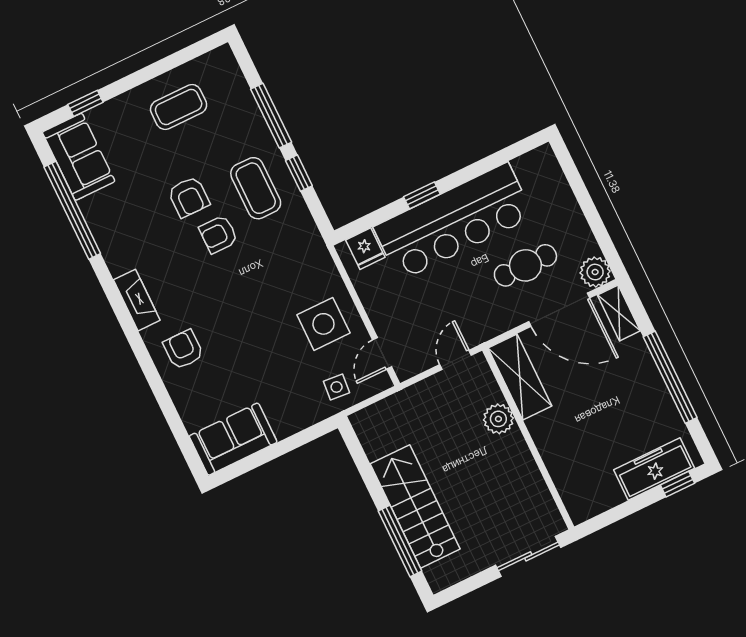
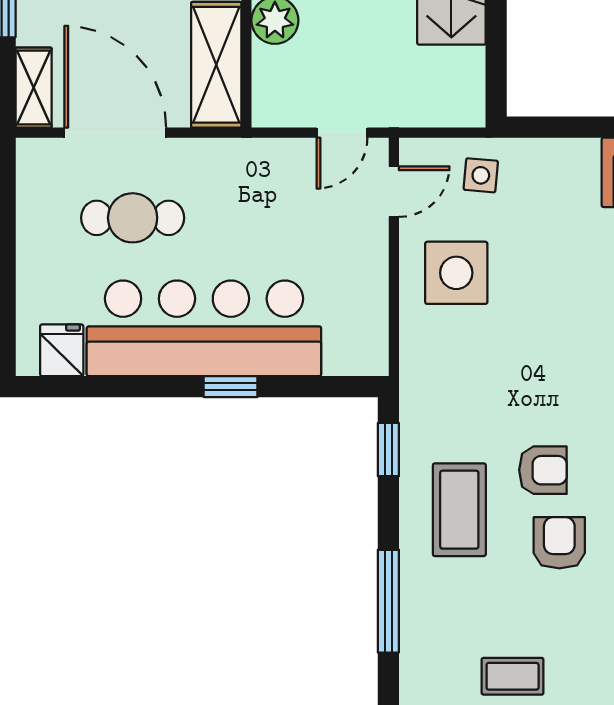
coffee table: (179, 107) -> (513, 676), width x0.73, depth x0.77
window: (299, 173) -> (388, 450), moved
fridge: (365, 249) -> (62, 350), moved
plant: (595, 272) -> (39, 161), removed
door: (456, 360) -> (342, 133), moved

